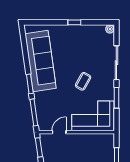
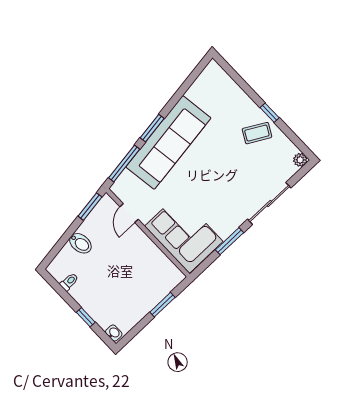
sofa: (41, 61) -> (168, 142), moved
coffee table: (83, 81) -> (257, 133), moved
door: (59, 132) -> (129, 213), swing flipped

